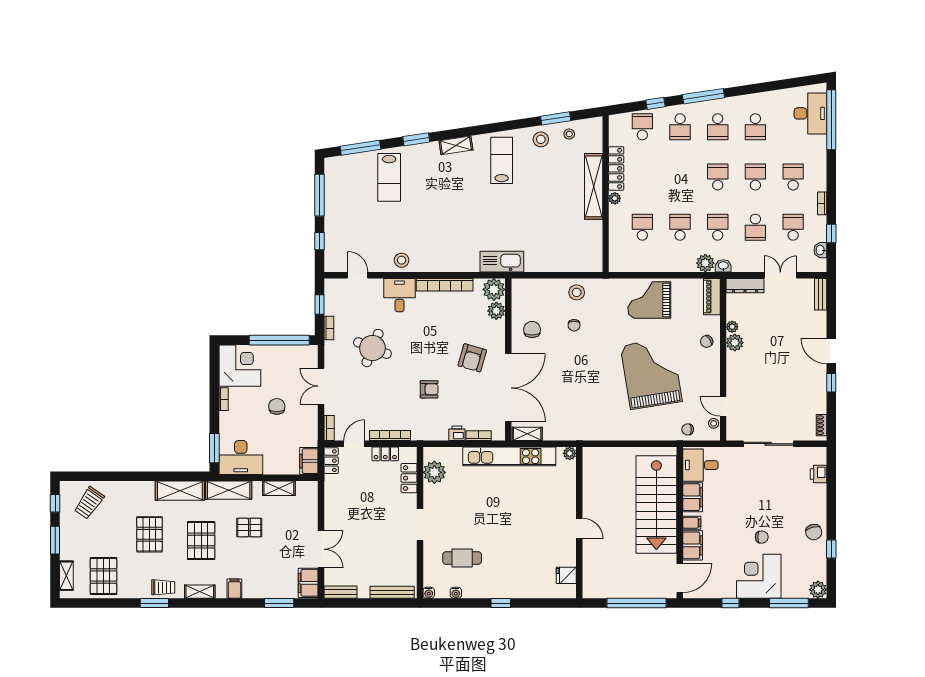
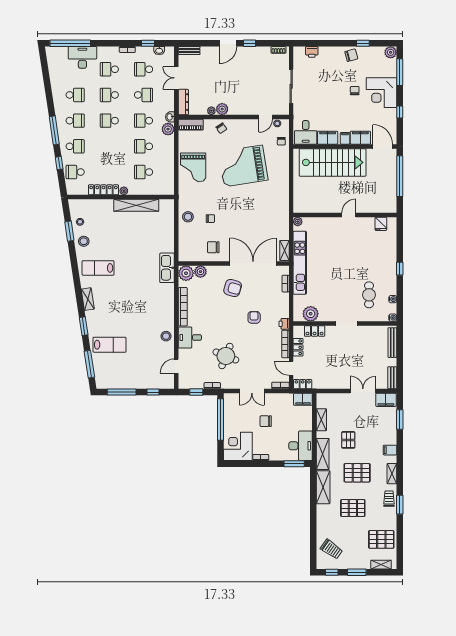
desk: (810, 113) -> (82, 57), moved
shelving: (594, 186) -> (136, 205), moved
printer: (457, 433) -> (284, 324), moved

